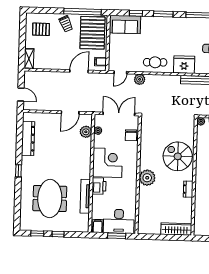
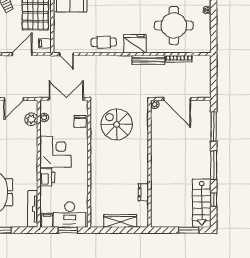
door: (120, 72) -> (67, 54), hinge flipped
plant: (140, 79) -> (88, 61), removed
spiral stairs: (178, 156) -> (117, 124), moved
plant: (147, 178) -> (99, 167), removed
dresser: (188, 189) -> (143, 192), moved
tv unit: (85, 196) -> (33, 209), moved
wardrobe: (176, 229) -> (120, 221), moved

